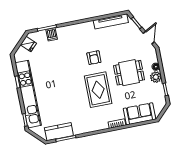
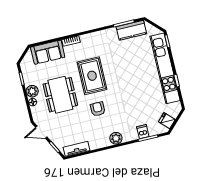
tv unit: (111, 21) -> (76, 149), width x0.71
plant: (78, 29) -> (116, 138), added
door: (149, 38) -> (41, 132), hinge flipped
dining table: (129, 73) -> (60, 95), width x1.38

